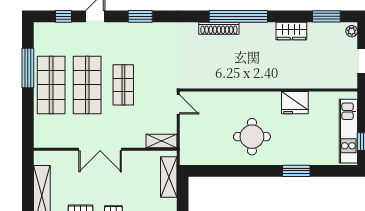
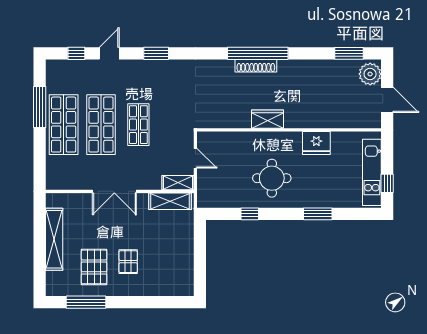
shoe rack: (219, 28) -> (256, 66), moved
wardrobe: (291, 31) -> (267, 119), moved, turned 180
plant: (352, 31) -> (370, 74), width x1.88, depth x1.88
door: (178, 104) -> (195, 158), moved
window: (231, 171) -> (250, 214), added
shelving: (169, 177) -> (170, 201), moved, turned 90

